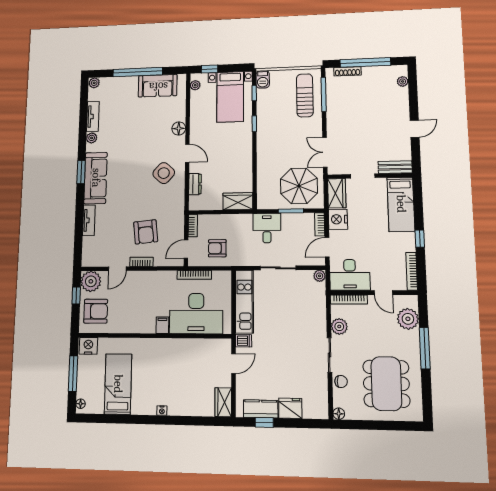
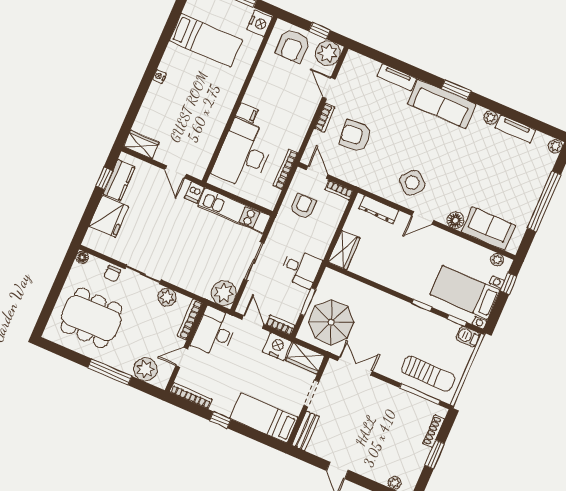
window: (365, 62) -> (435, 454), width x0.47
sofa: (158, 86) -> (488, 229), moved, turned 90
dresser: (195, 184) -> (379, 210), width x1.44
plant: (320, 276) -> (224, 293), width x1.88, depth x1.88
fridge: (290, 408) -> (109, 216), width x1.36, depth x1.34

